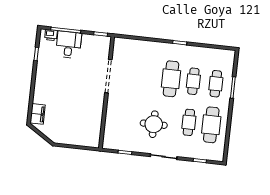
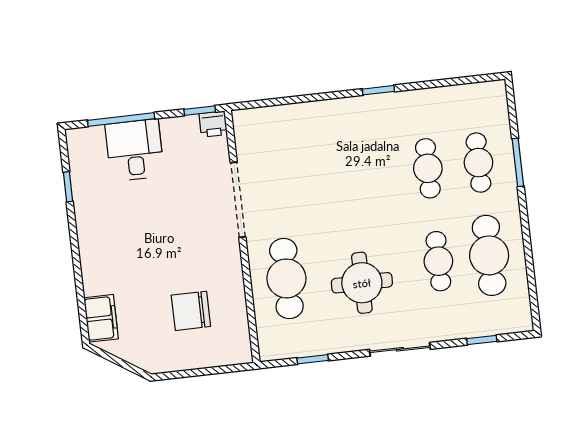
printer: (51, 35) -> (213, 124), moved
cafe table: (171, 79) -> (286, 278), moved
chair: (77, 120) -> (191, 311), added

